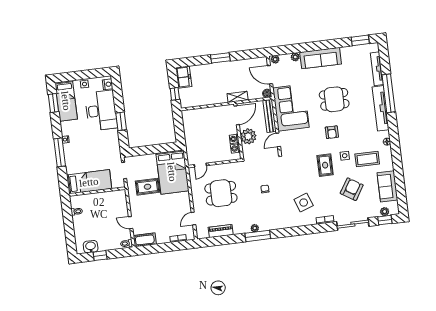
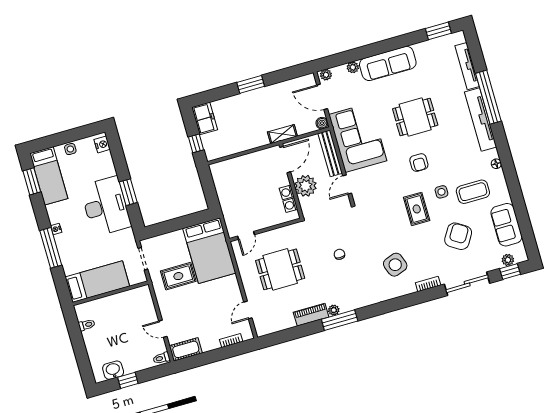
desk: (101, 111) -> (106, 206), moved
piano: (221, 231) -> (311, 315), moved

